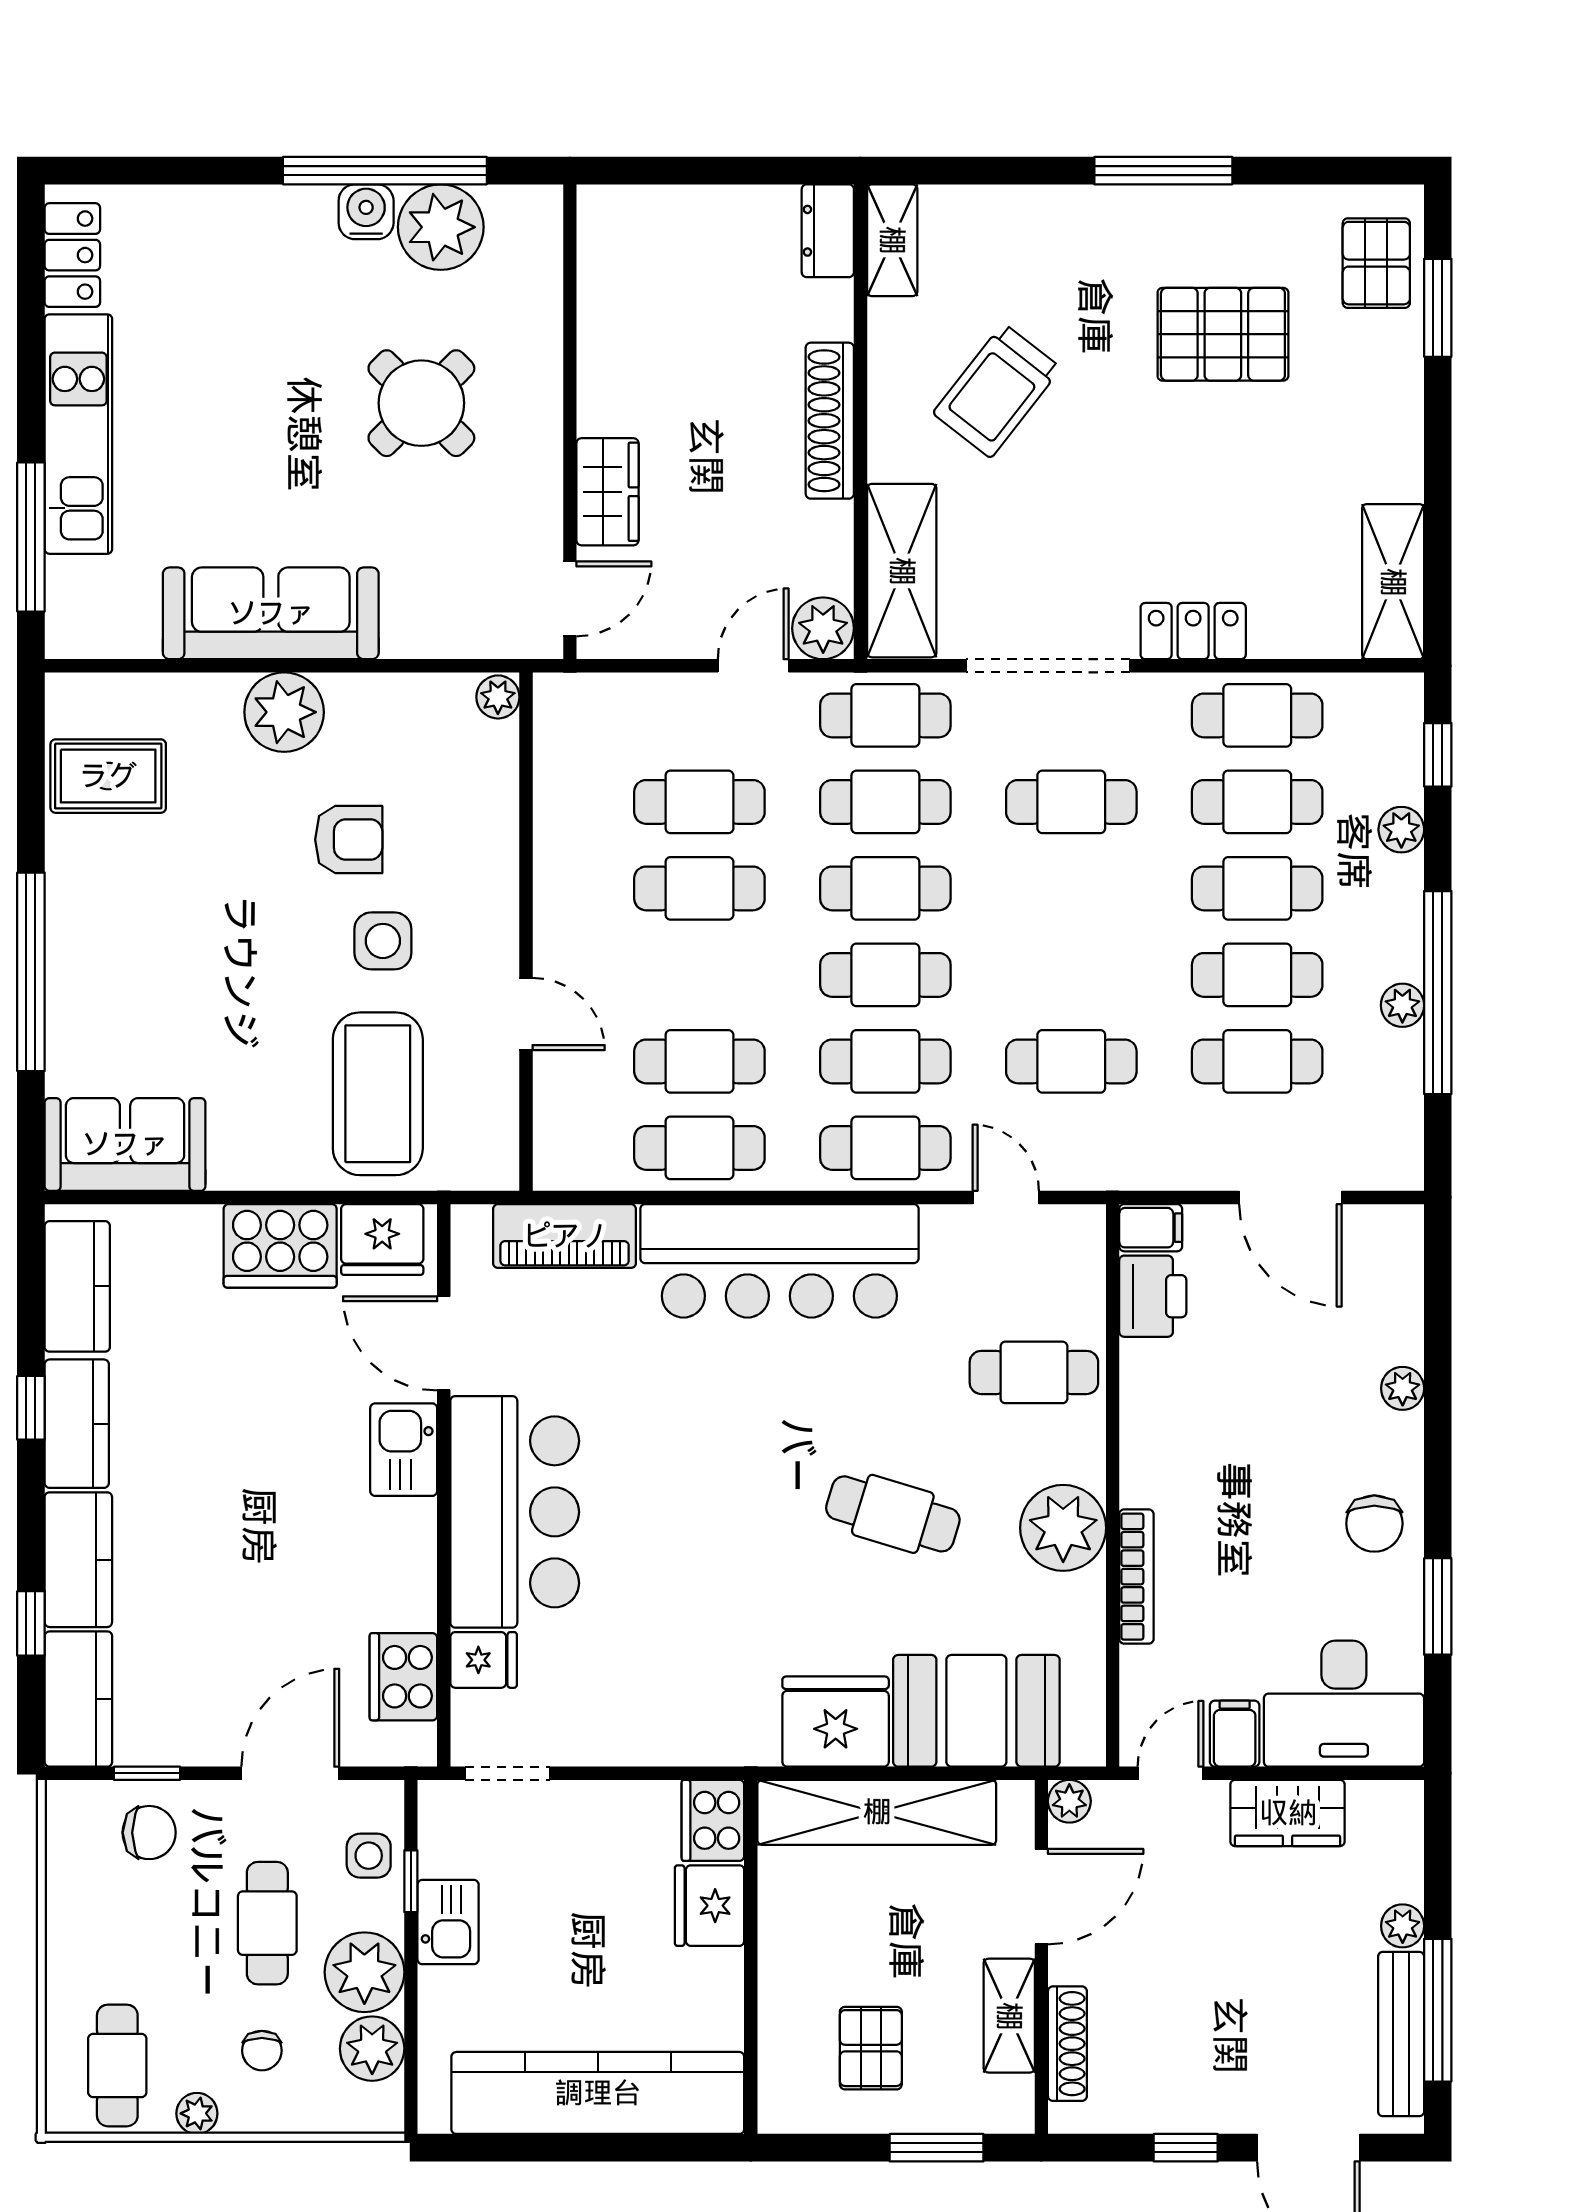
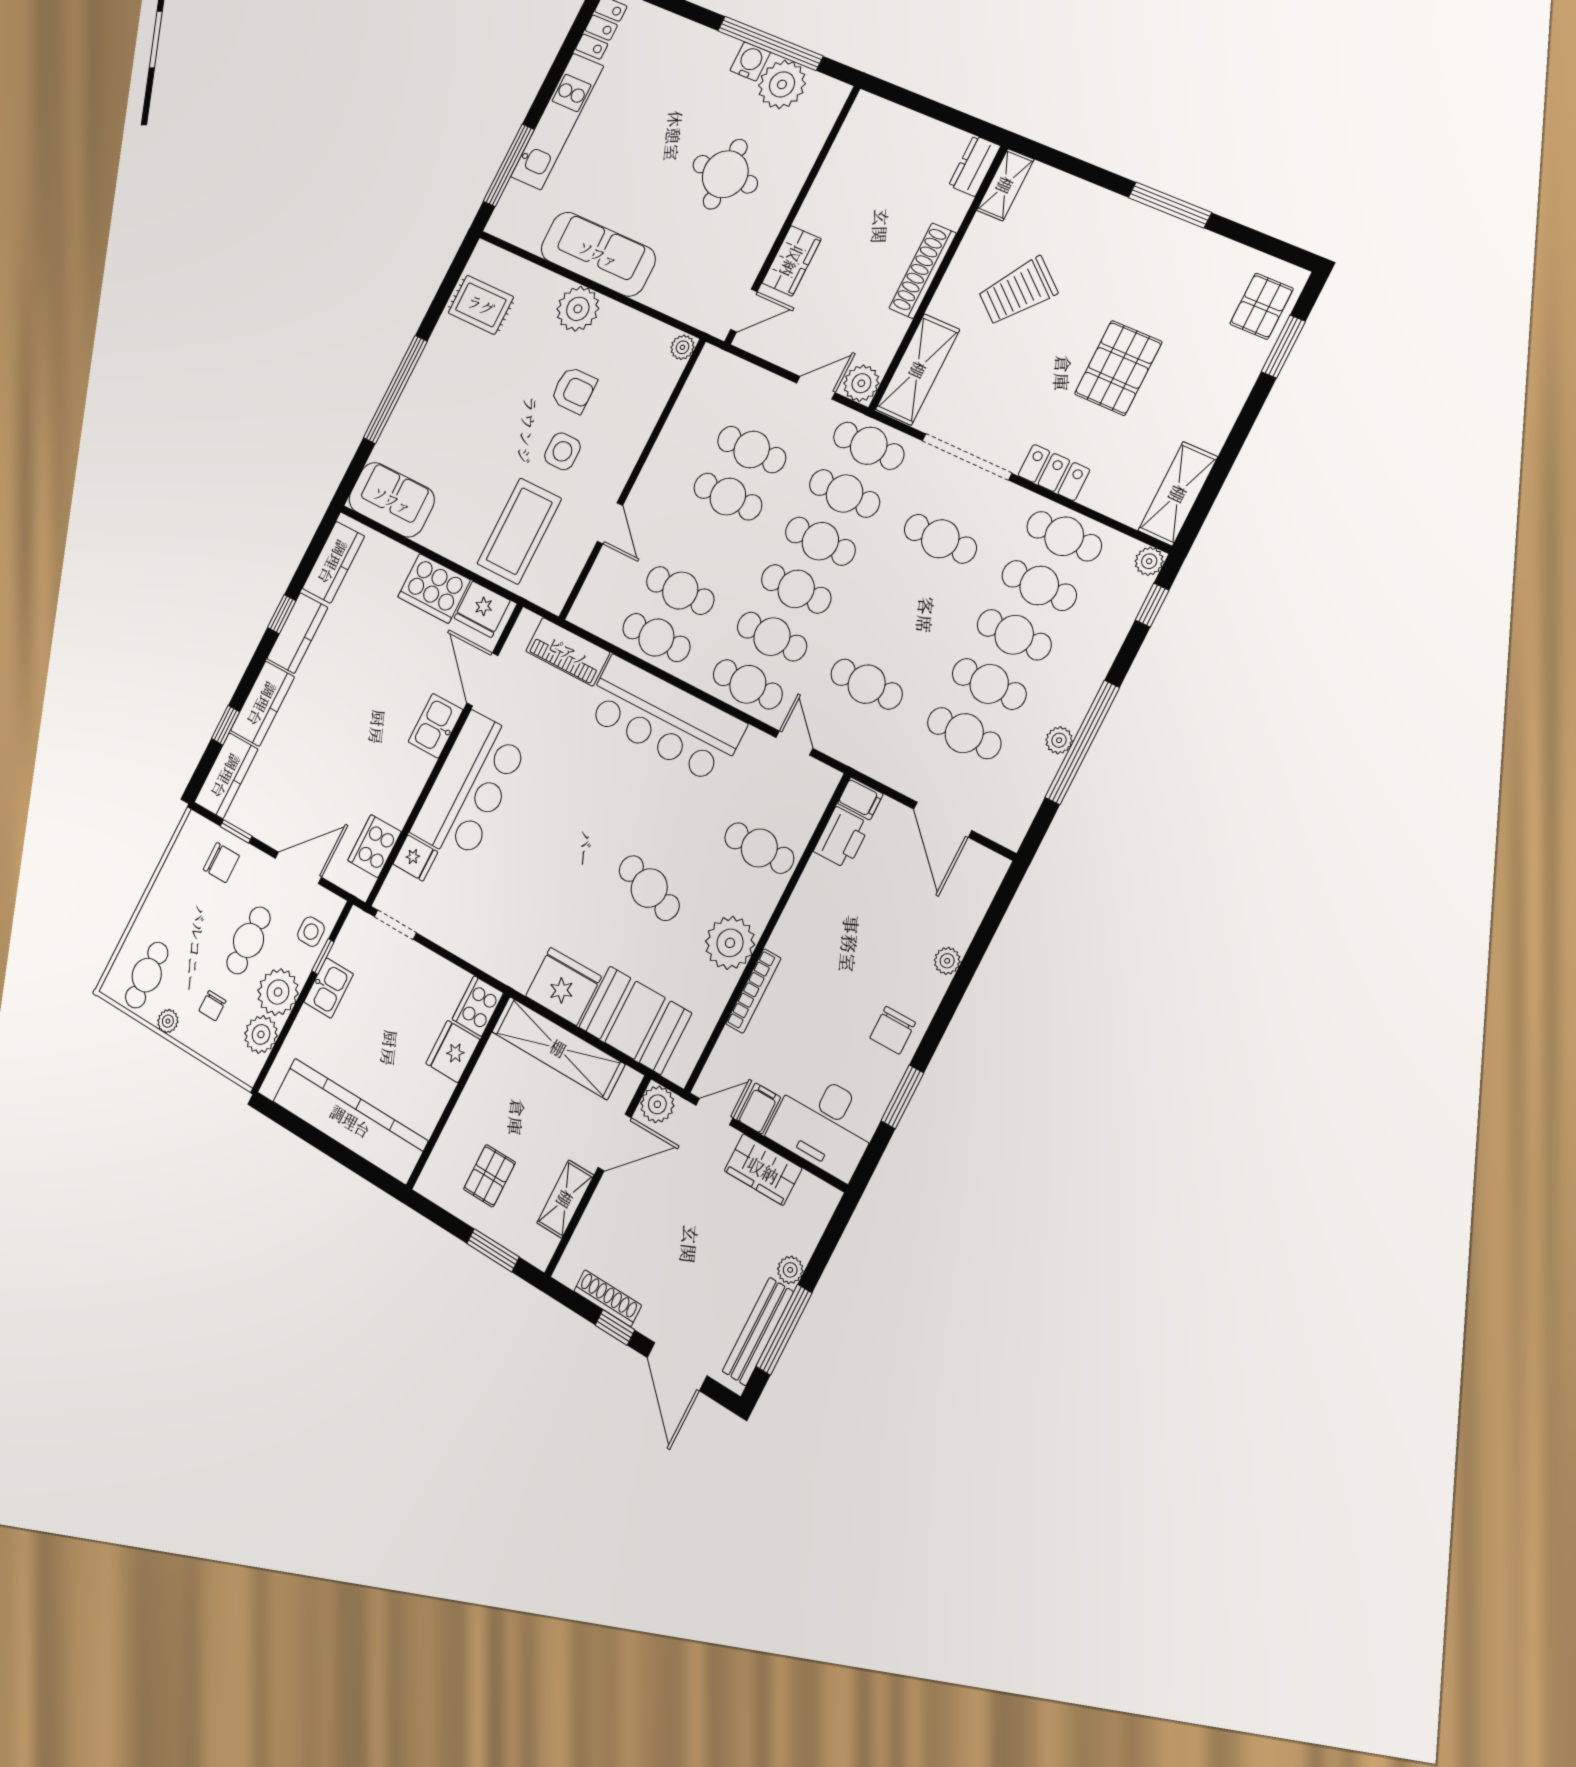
pallet: (1223, 334) -> (1118, 368), moved, turned 90
round table: (421, 403) -> (725, 174), turned 45
plant: (1401, 830) -> (1149, 561), moved
plant: (1069, 1801) -> (657, 1104), width x1.38, depth x1.38
shoe rack: (1067, 2044) -> (608, 1298), moved, turned -90

